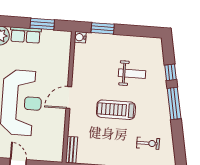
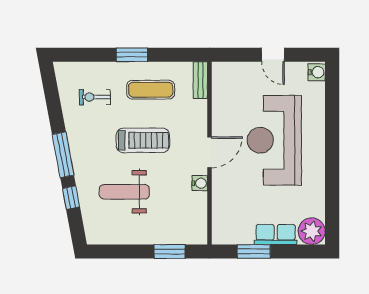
water cooler: (80, 37) -> (200, 183), moved
weight bench: (132, 74) -> (124, 192), width x1.36, depth x1.33
exercise mat: (108, 146) -> (151, 90), added

